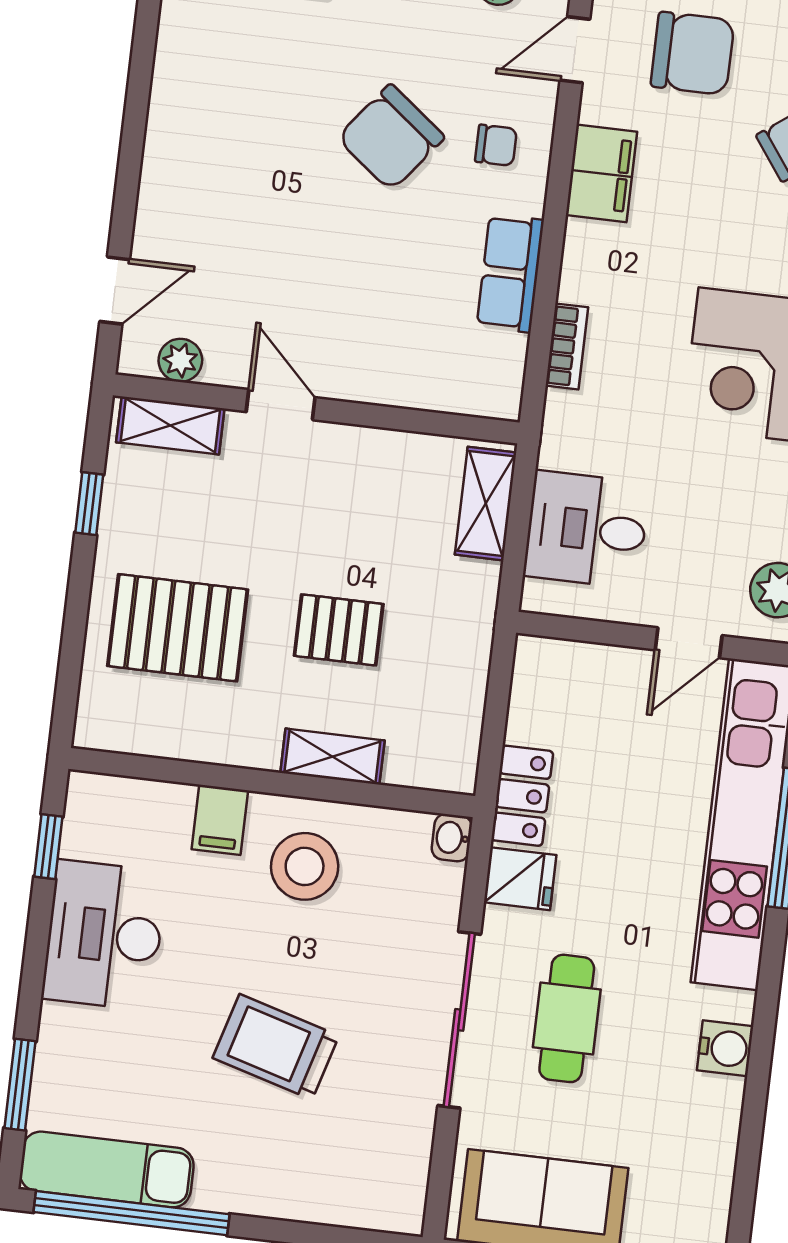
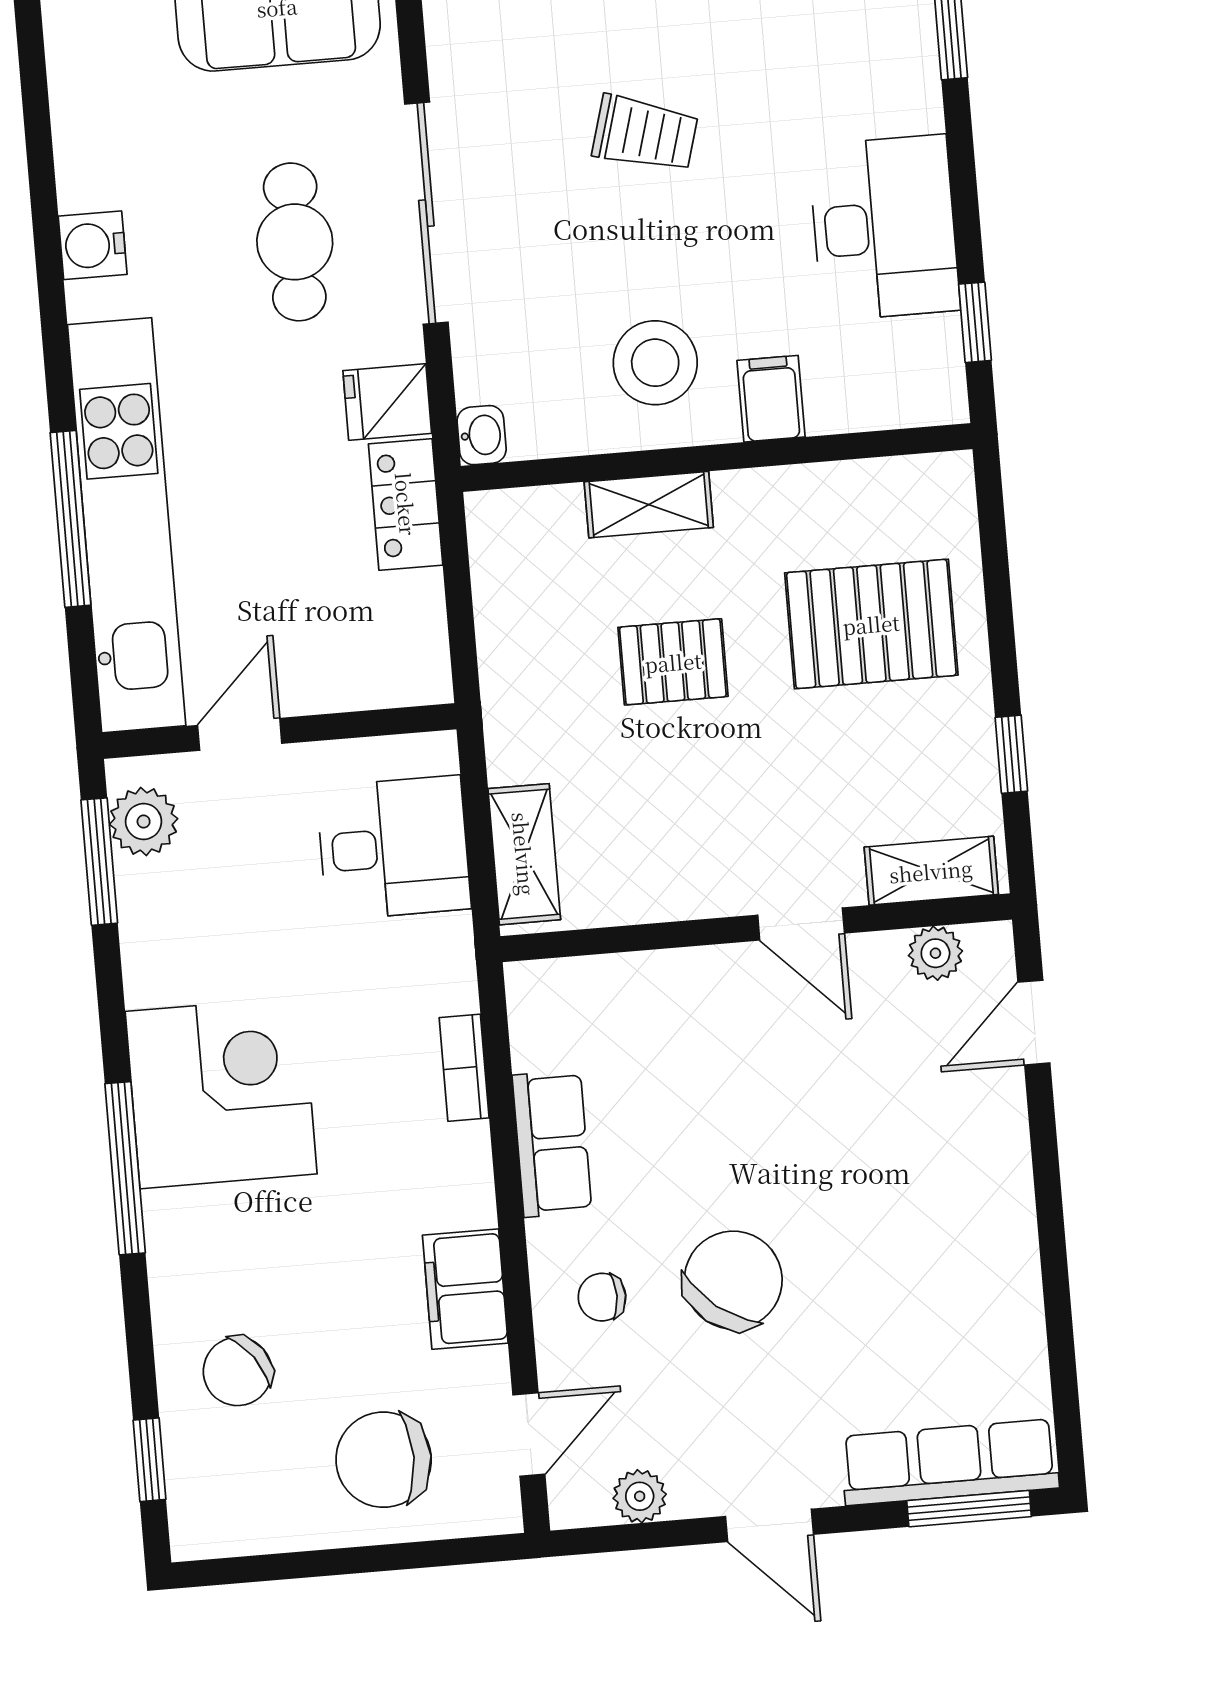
trolley: (276, 1047) -> (645, 134), width x0.73, depth x0.72

